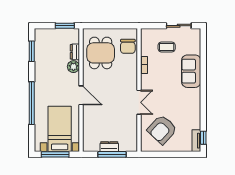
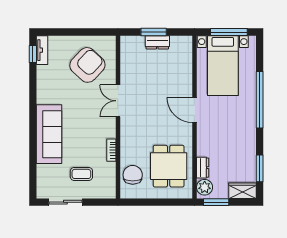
wardrobe: (45, 34) -> (243, 191), added
plant: (73, 67) -> (205, 187), moved
sofa: (191, 71) -> (49, 134), width x1.36
window: (112, 154) -> (154, 32), width x0.69

